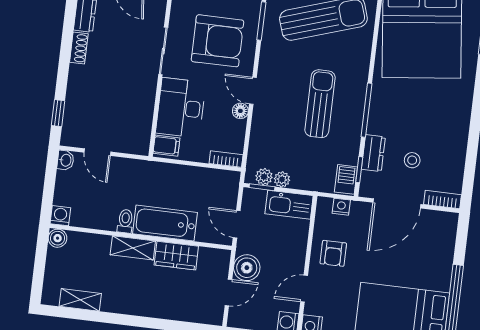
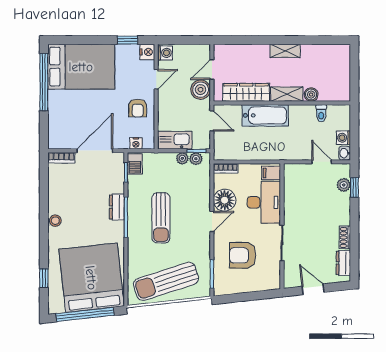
armchair: (217, 41) -> (243, 255), width x0.73, depth x0.73
door: (253, 91) -> (212, 221), hinge flipped
floor lamp: (240, 111) -> (225, 200), width x1.89, depth x1.89
plant: (72, 118) -> (344, 185), added
dresser: (373, 153) -> (117, 207), moved
stool: (412, 160) -> (55, 221), moved
washing machine: (60, 216) -> (343, 138), moved, turned 90
toilet: (125, 221) -> (321, 113), moved
boiler: (58, 238) -> (311, 95), moved
armchair: (333, 253) -> (138, 108), turned 180
wardrobe: (176, 256) -> (246, 92), width x1.50
shelving: (80, 300) -> (285, 51), moved

